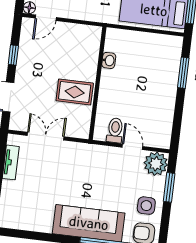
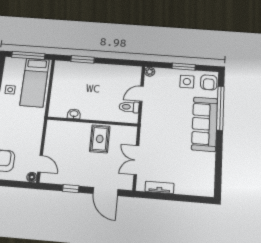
plant: (156, 164) -> (150, 72), width x0.53, depth x0.53
window: (169, 187) -> (184, 67), moved

